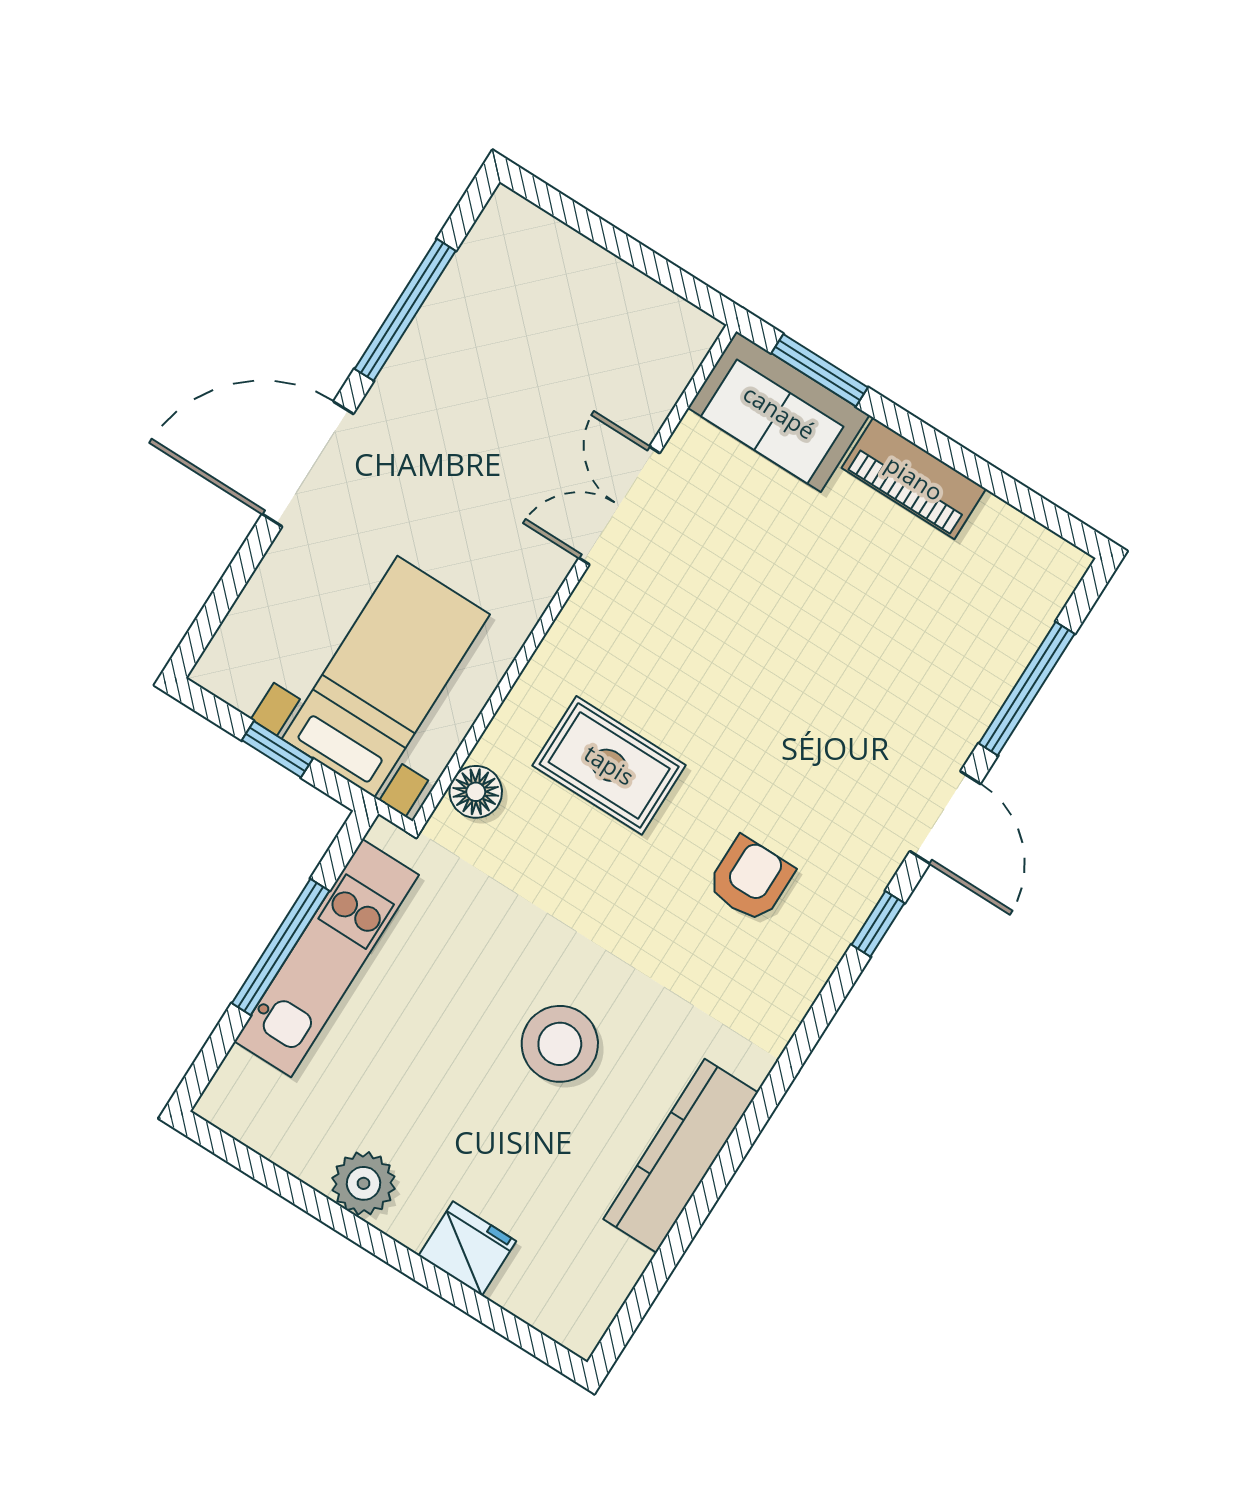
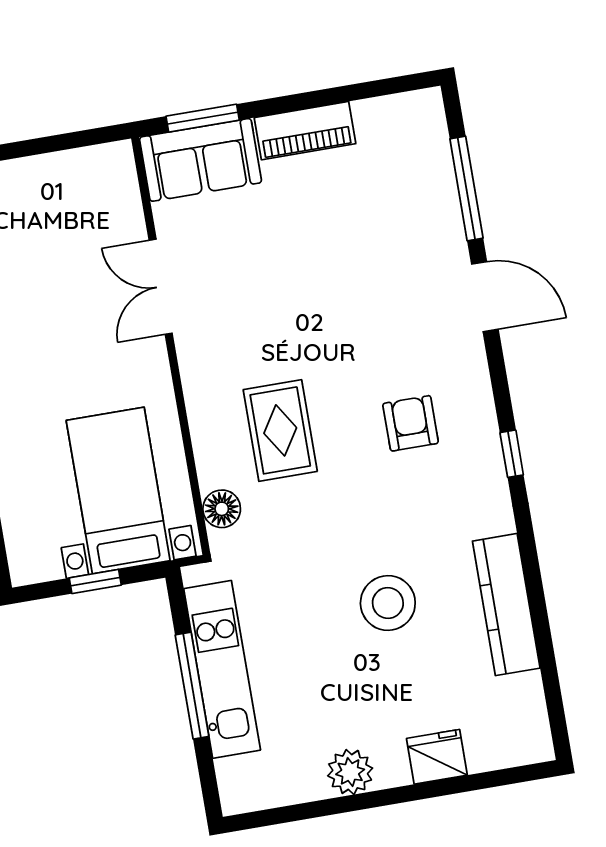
rug: (609, 765) -> (280, 430), turned 90
window: (878, 924) -> (512, 454), moved

